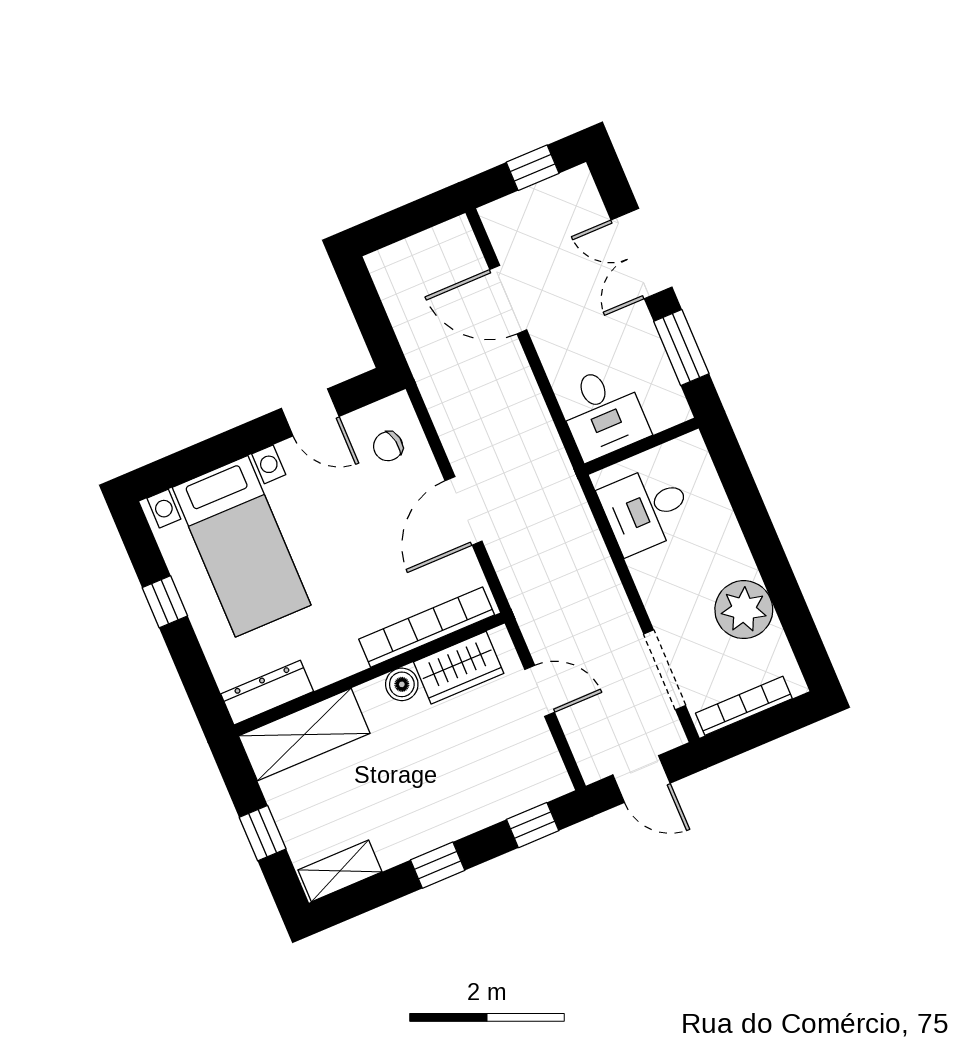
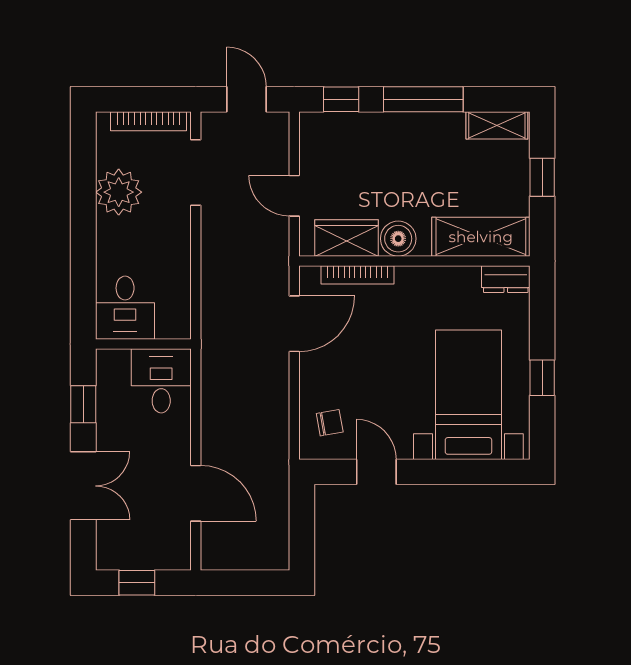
window: (681, 348) -> (83, 404), width x0.67
desk: (646, 509) -> (125, 308), moved, turned 90
door: (464, 511) -> (294, 324), moved
bookcase: (427, 627) -> (357, 275), width x0.68, depth x0.76
boiler: (402, 684) -> (398, 239), width x1.36, depth x1.36
dresser: (267, 693) -> (506, 279), width x0.70
window: (438, 865) -> (423, 99), width x2.17

